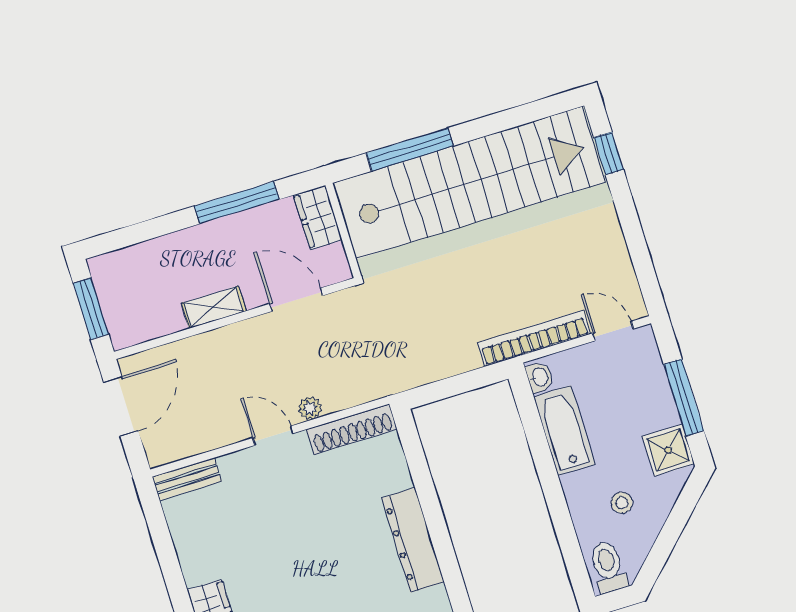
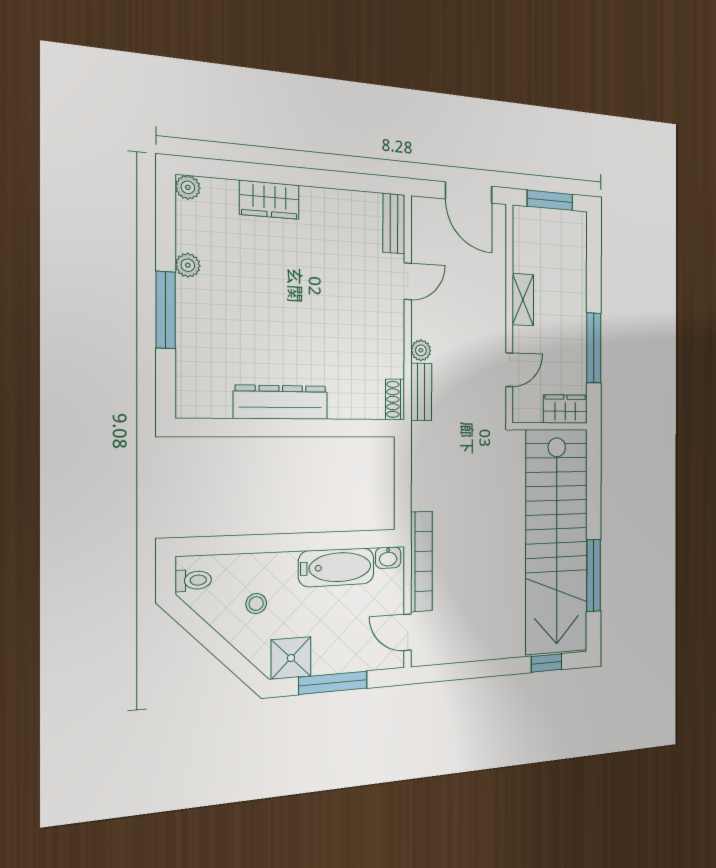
window: (410, 149) -> (594, 575), moved
door: (296, 300) -> (509, 370), width x0.73
door: (613, 331) -> (408, 632), swing flipped
bench: (354, 394) -> (421, 392), added
shoe rack: (352, 429) -> (395, 399), width x0.51, depth x0.81
door: (273, 436) -> (408, 281), moved
toilet: (608, 567) -> (193, 580), width x0.73, depth x0.72

